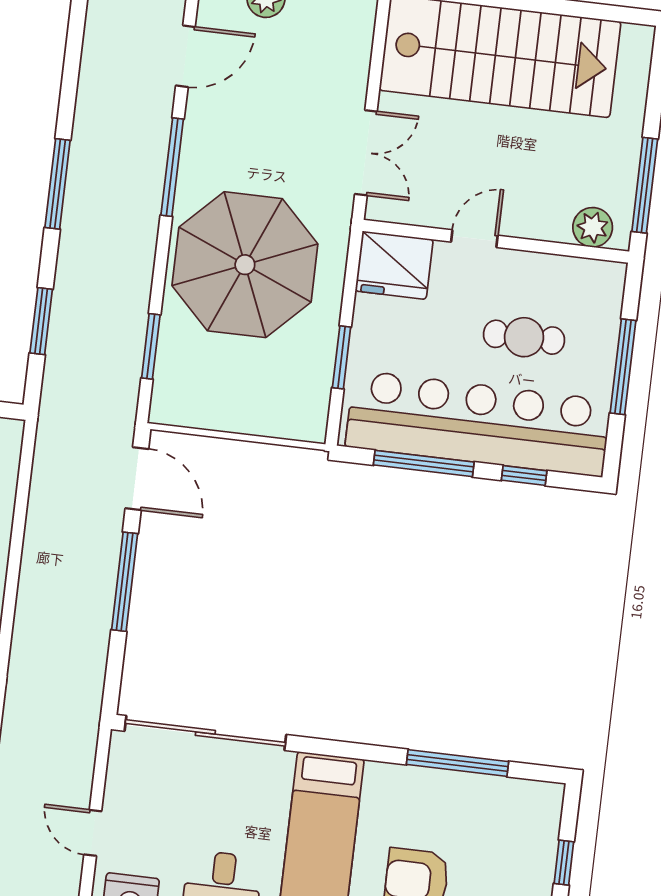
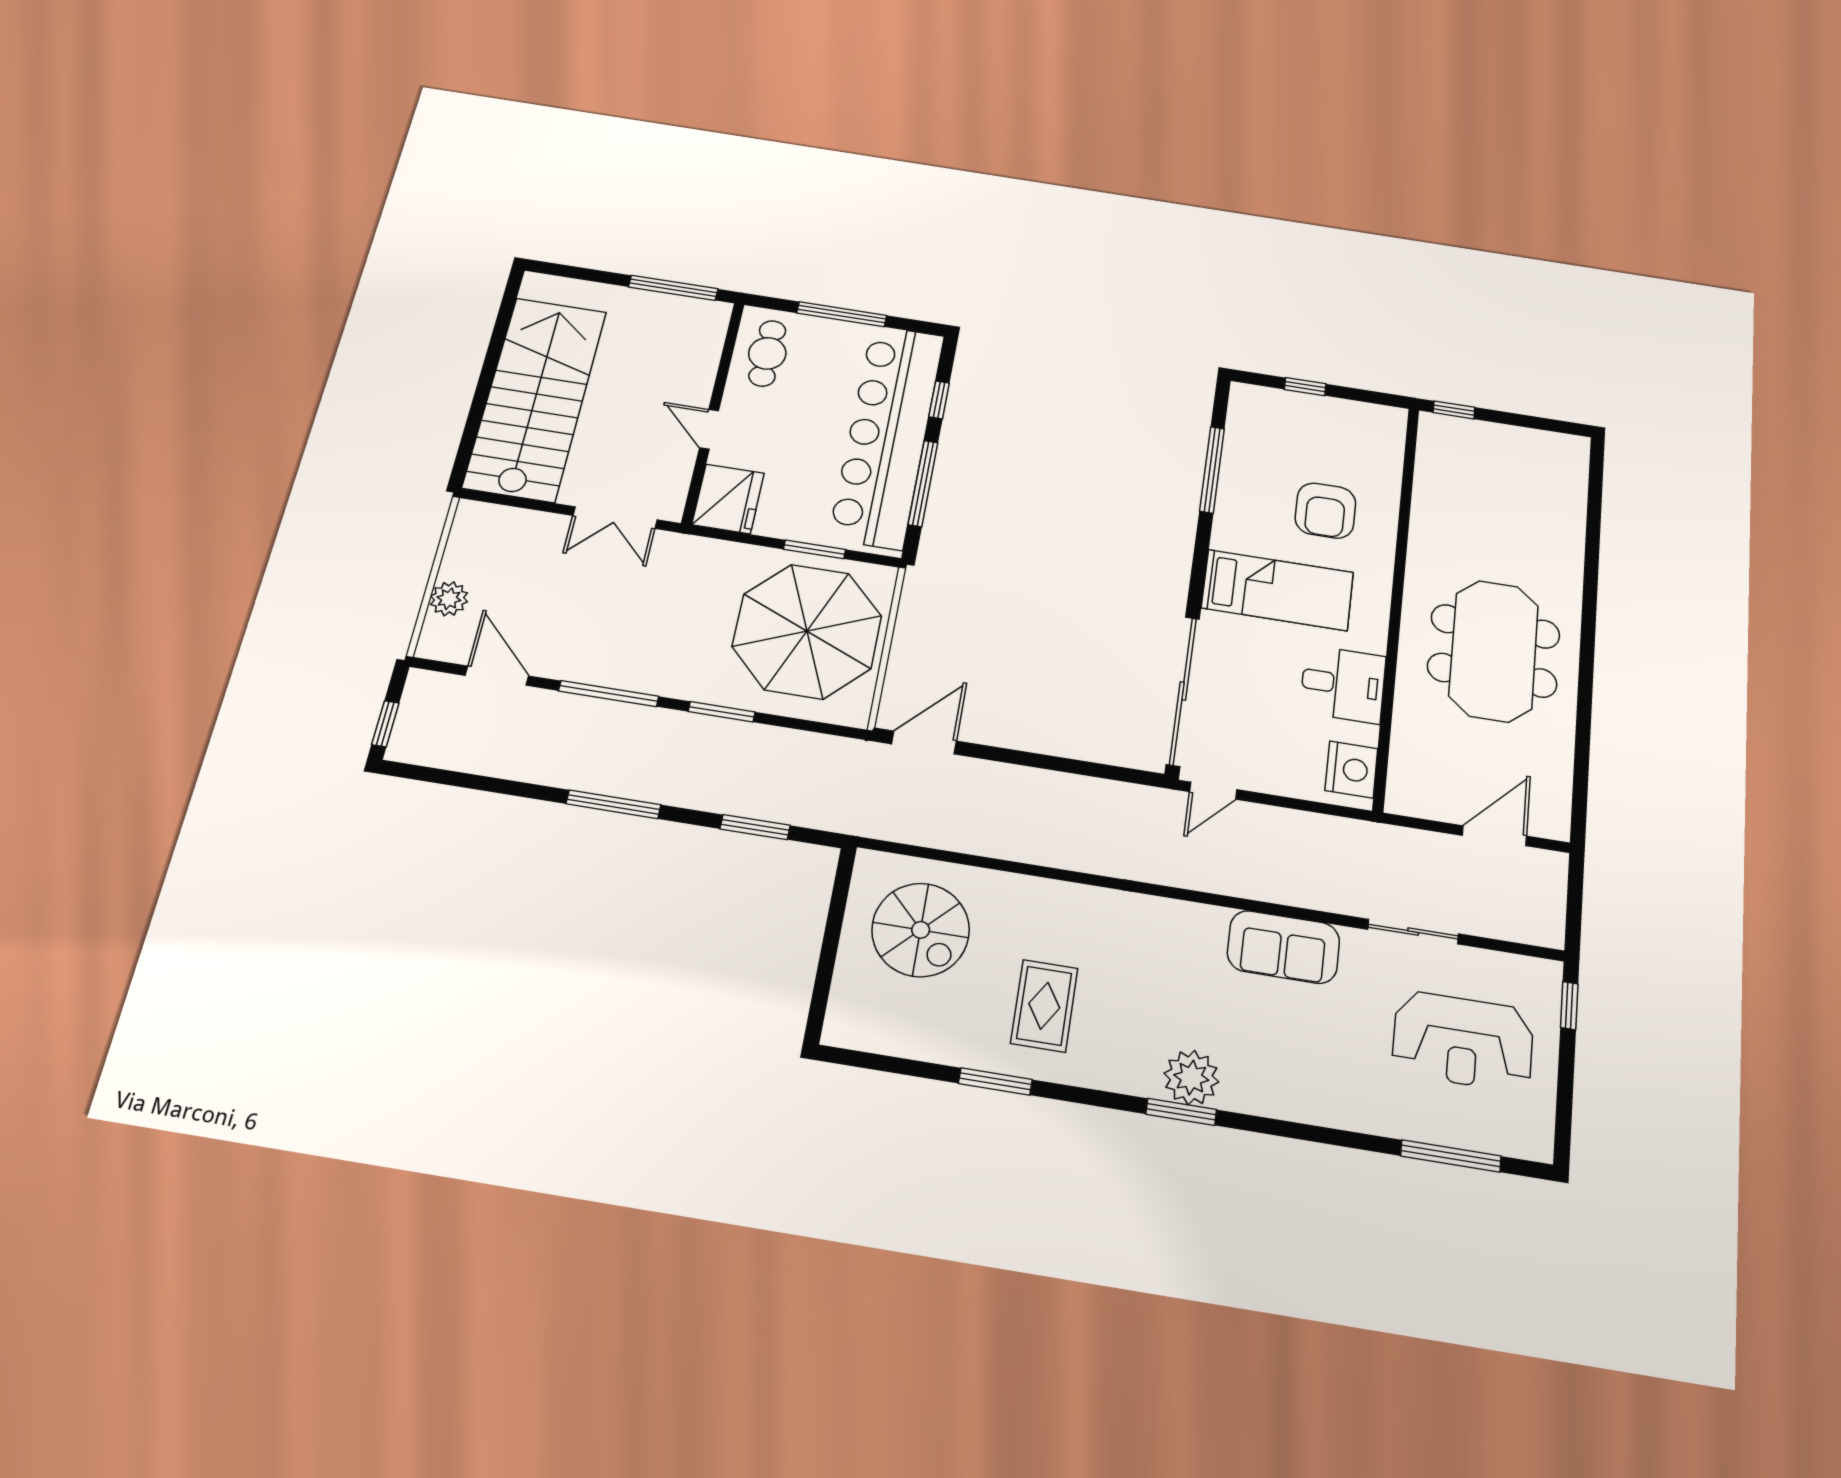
double door: (366, 153) -> (615, 518), swing flipped
plant: (593, 227) -> (708, 332), removed
parasol: (245, 265) -> (807, 631), moved
cafe table: (524, 337) -> (767, 353), moved
window: (151, 346) -> (722, 712), moved
window: (125, 582) -> (1029, 759), removed
door: (93, 833) -> (1213, 791), moved

